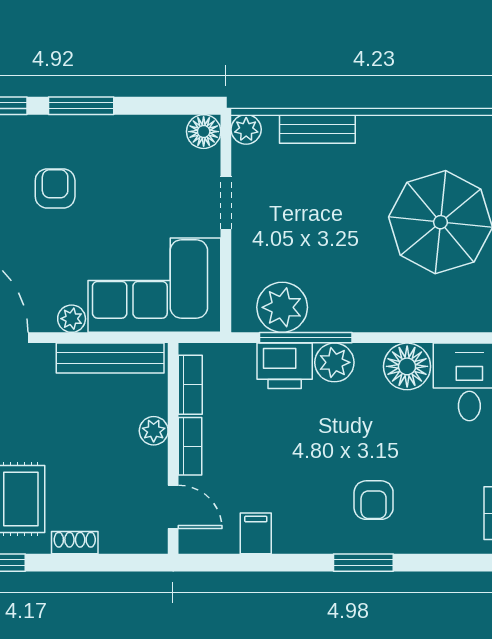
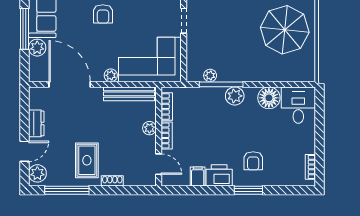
armchair: (55, 188) -> (103, 14), turned 180
plant: (282, 307) -> (210, 75), width x0.53, depth x0.53
printer: (285, 366) -> (219, 175), moved, turned 180

